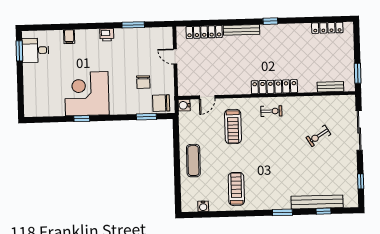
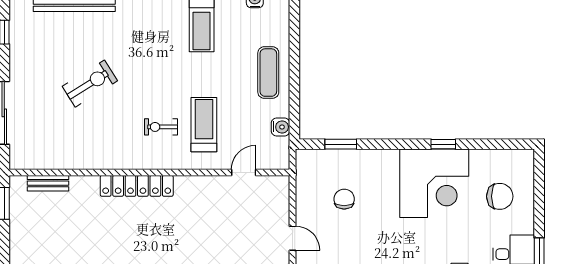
chair: (161, 103) -> (500, 196), moved
water cooler: (184, 105) -> (281, 127), moved
exercise bike: (271, 111) -> (161, 127), moved
exercise bike: (318, 136) -> (90, 84), moved, width x1.38, depth x1.39

